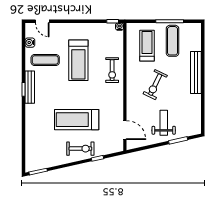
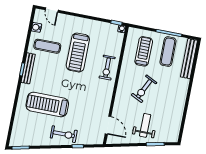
bench: (196, 73) -> (189, 59), moved
treadmill: (77, 120) -> (47, 104), moved

